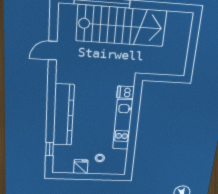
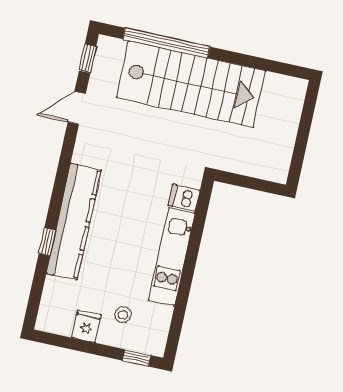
window: (54, 19) -> (88, 58), added
window: (49, 149) -> (47, 242), moved
window: (111, 177) -> (137, 358), added

